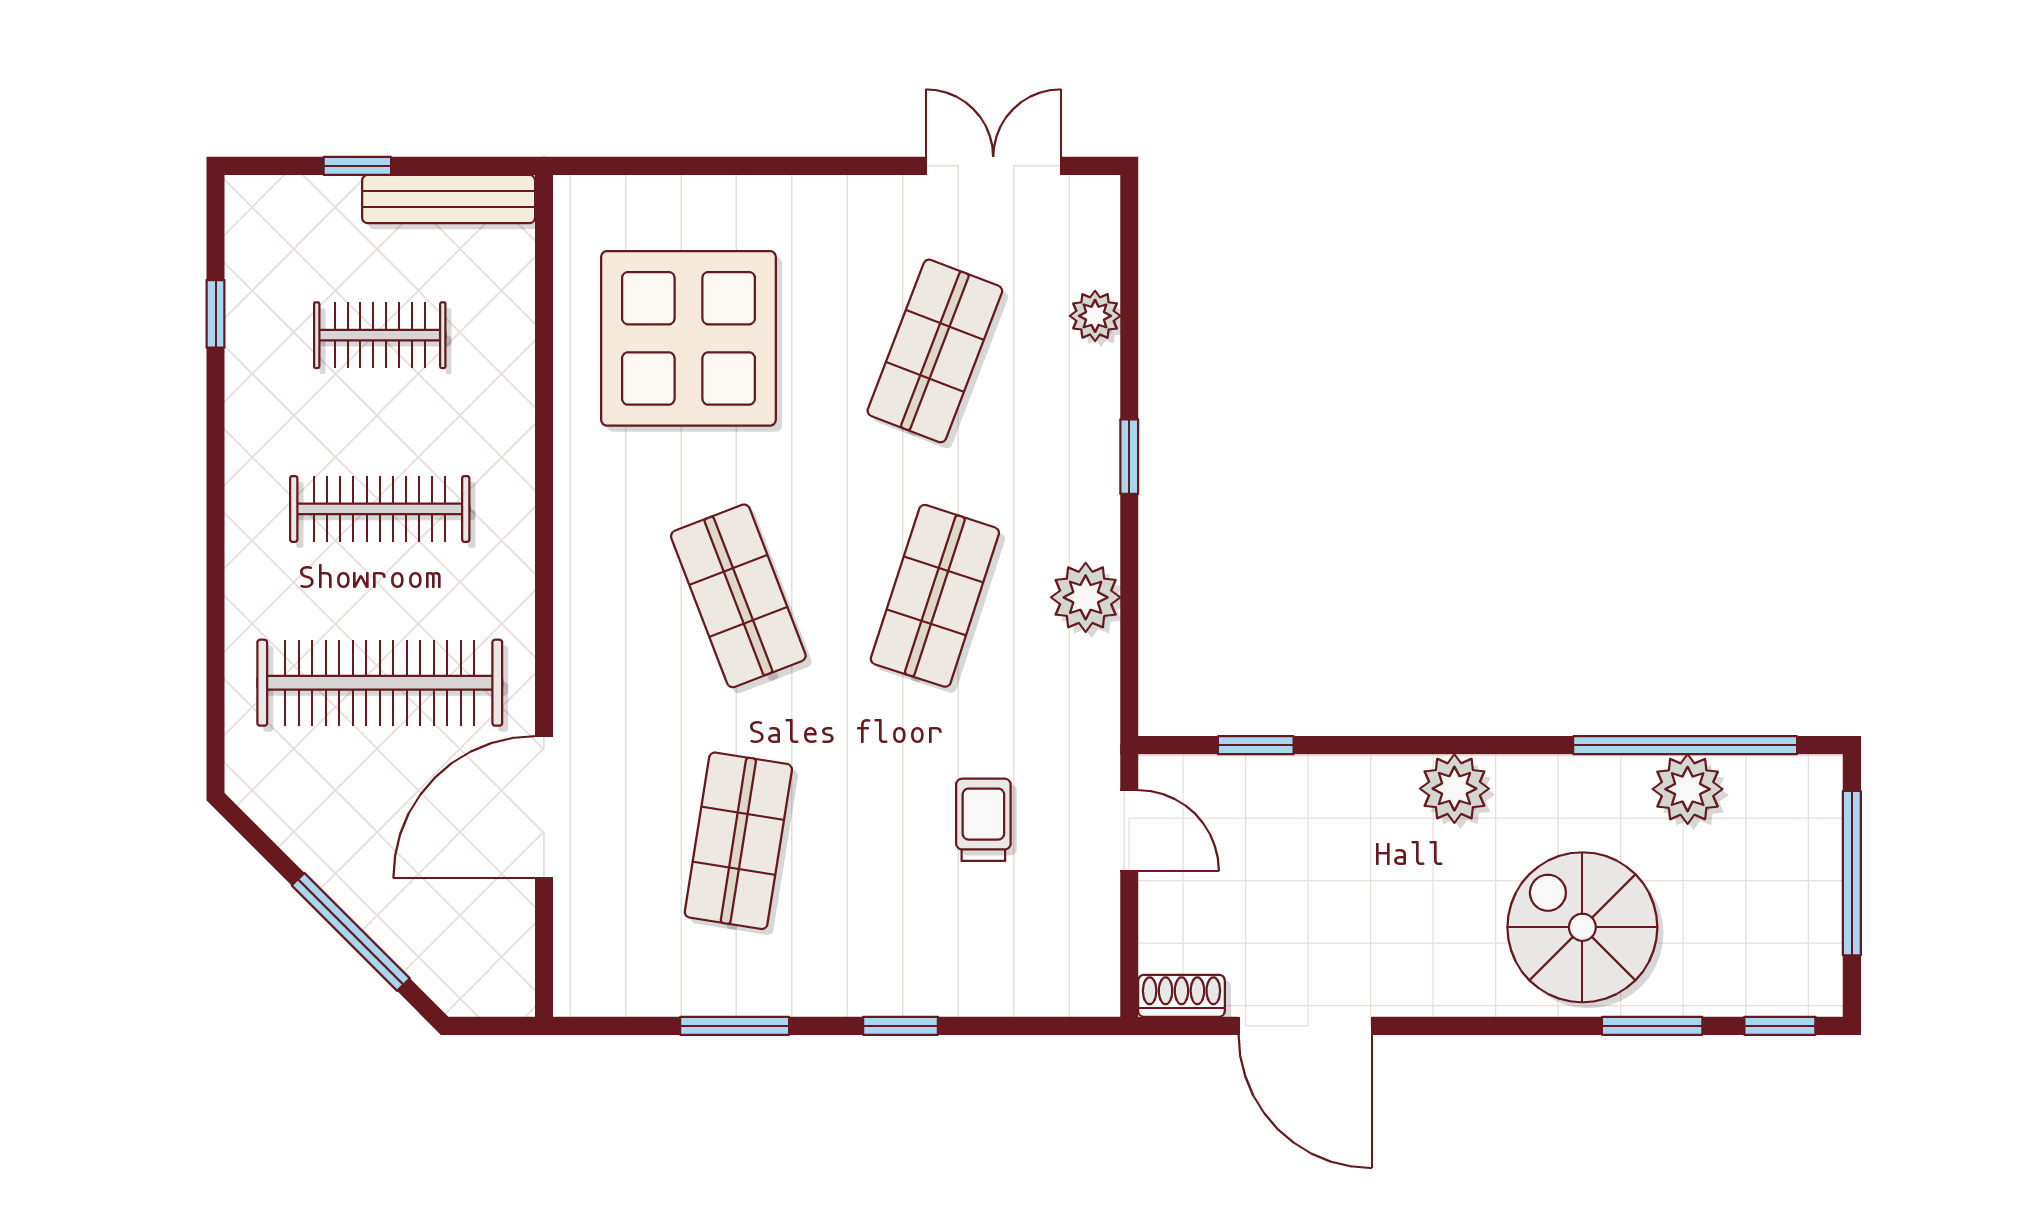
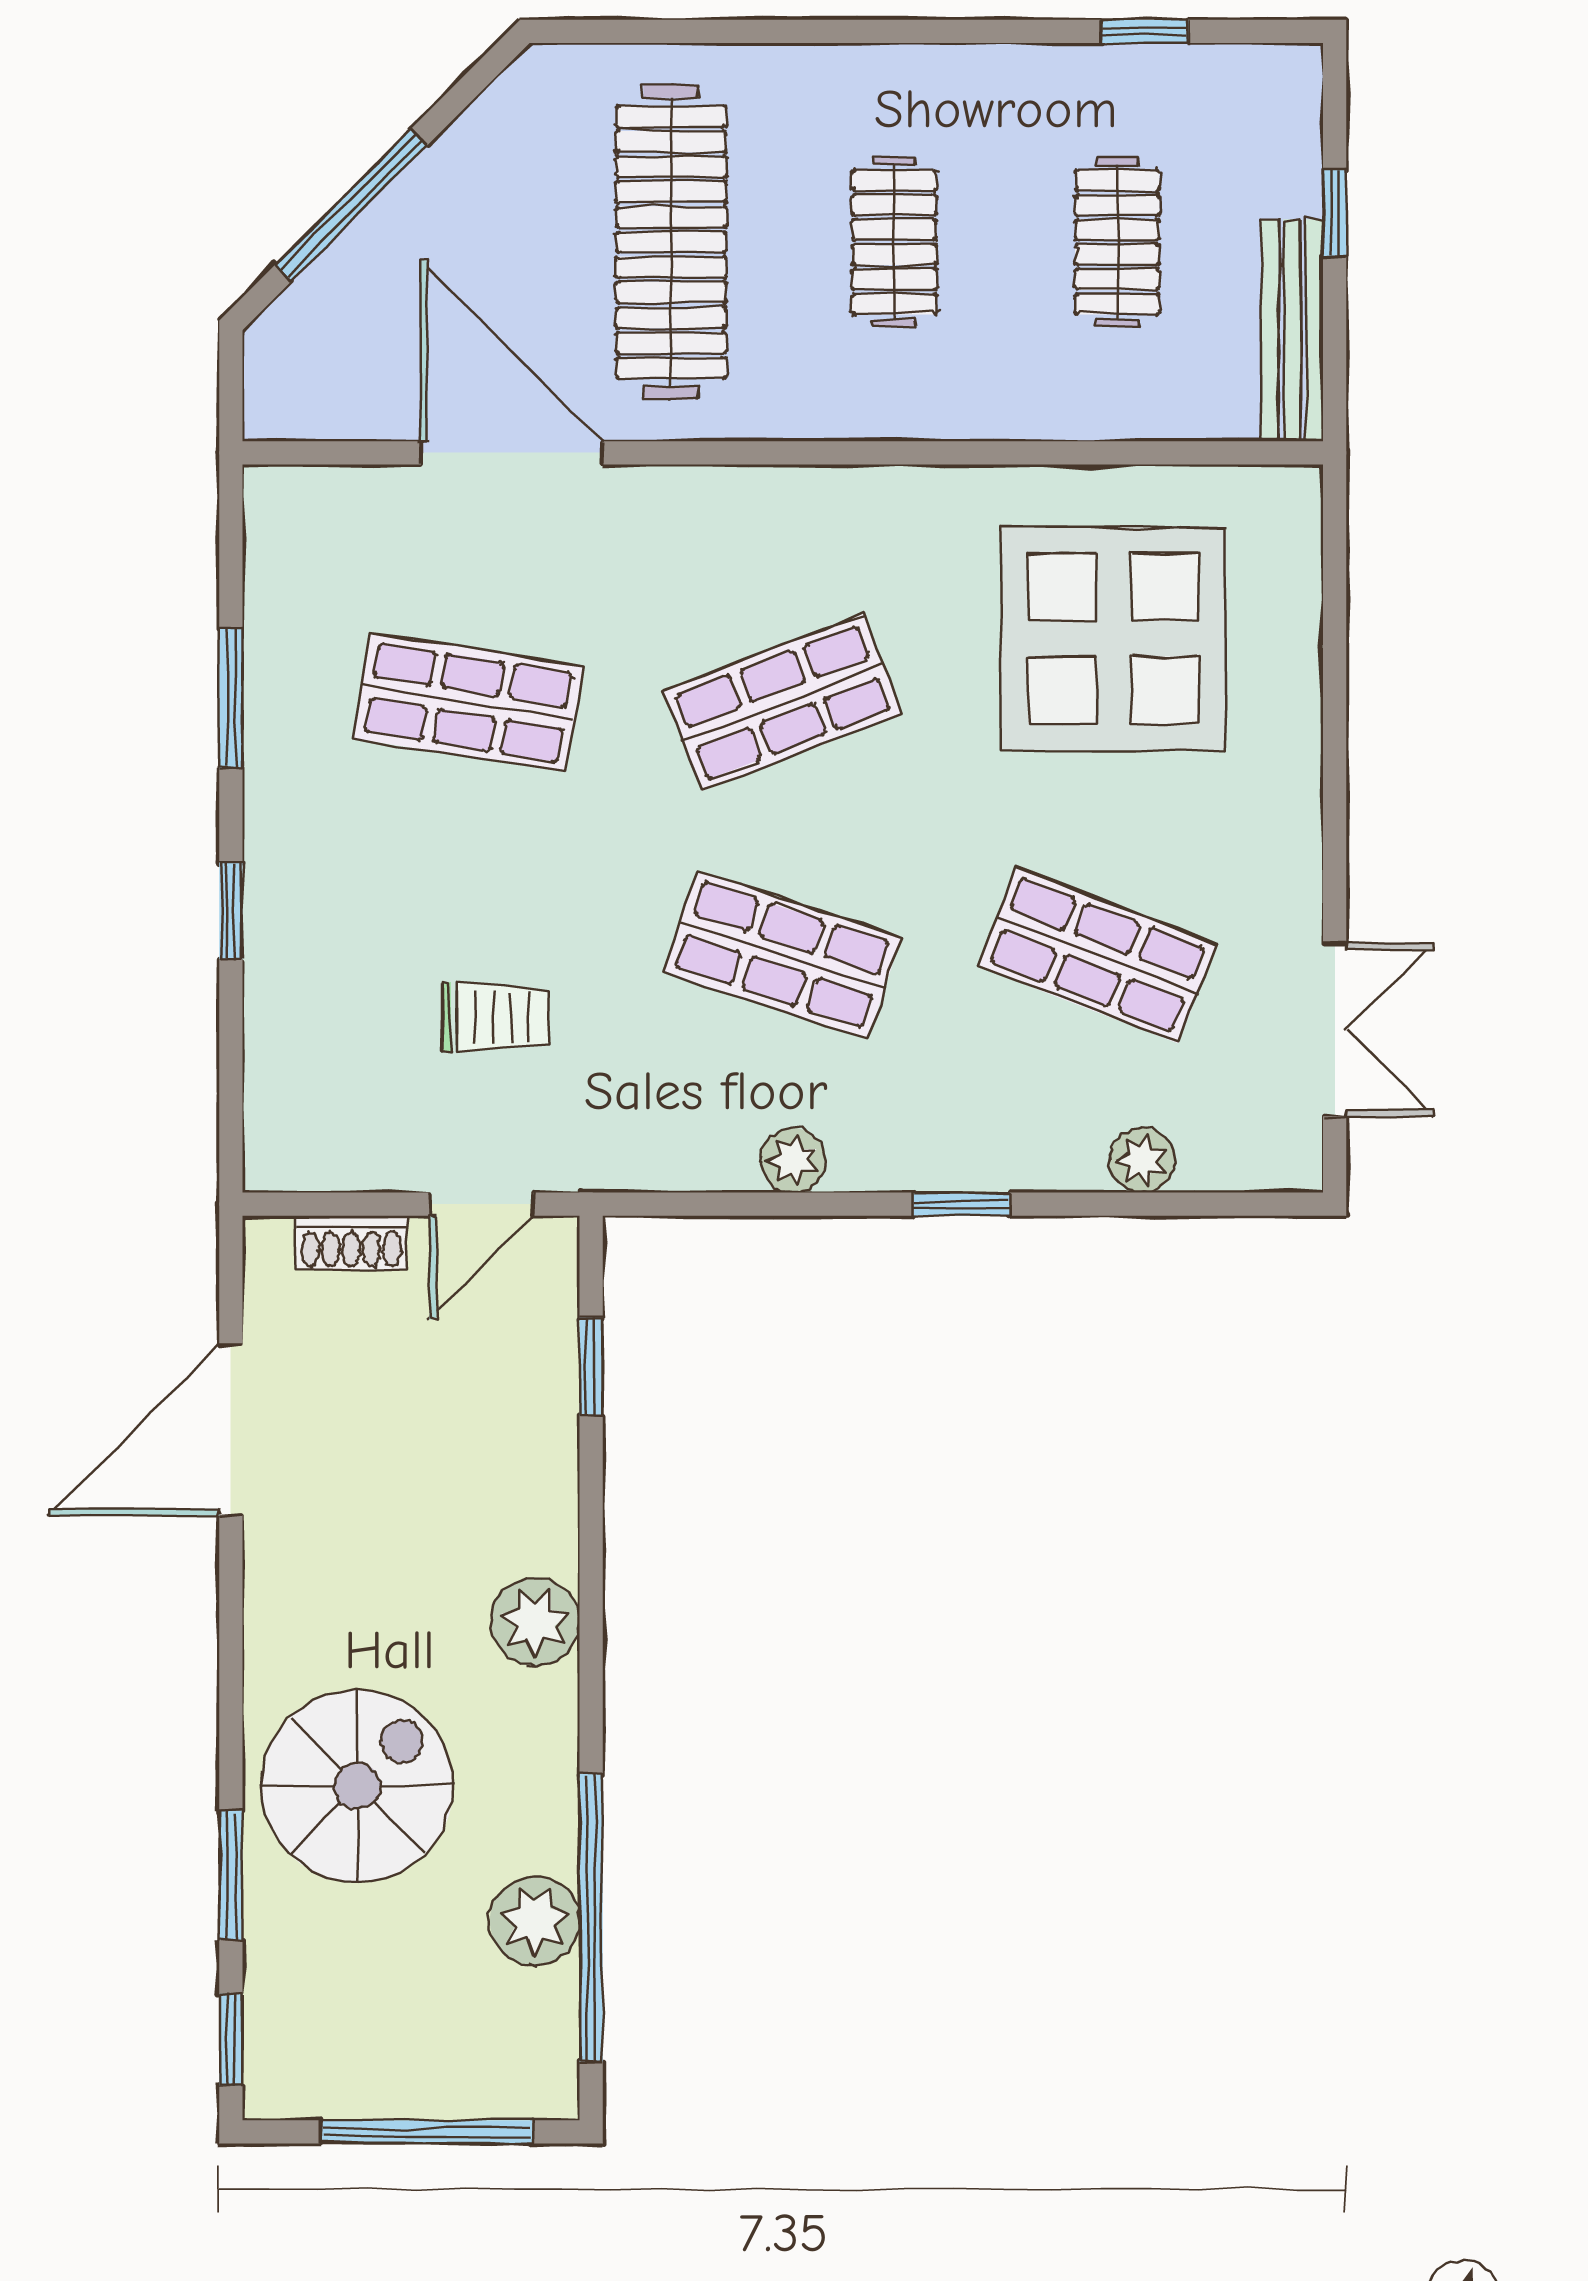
clothes rail: (380, 509) -> (894, 242), width x0.73
plant: (1086, 597) -> (793, 1160), width x0.73, depth x0.73
shoe rack: (1181, 996) -> (351, 1243), moved, turned 90

